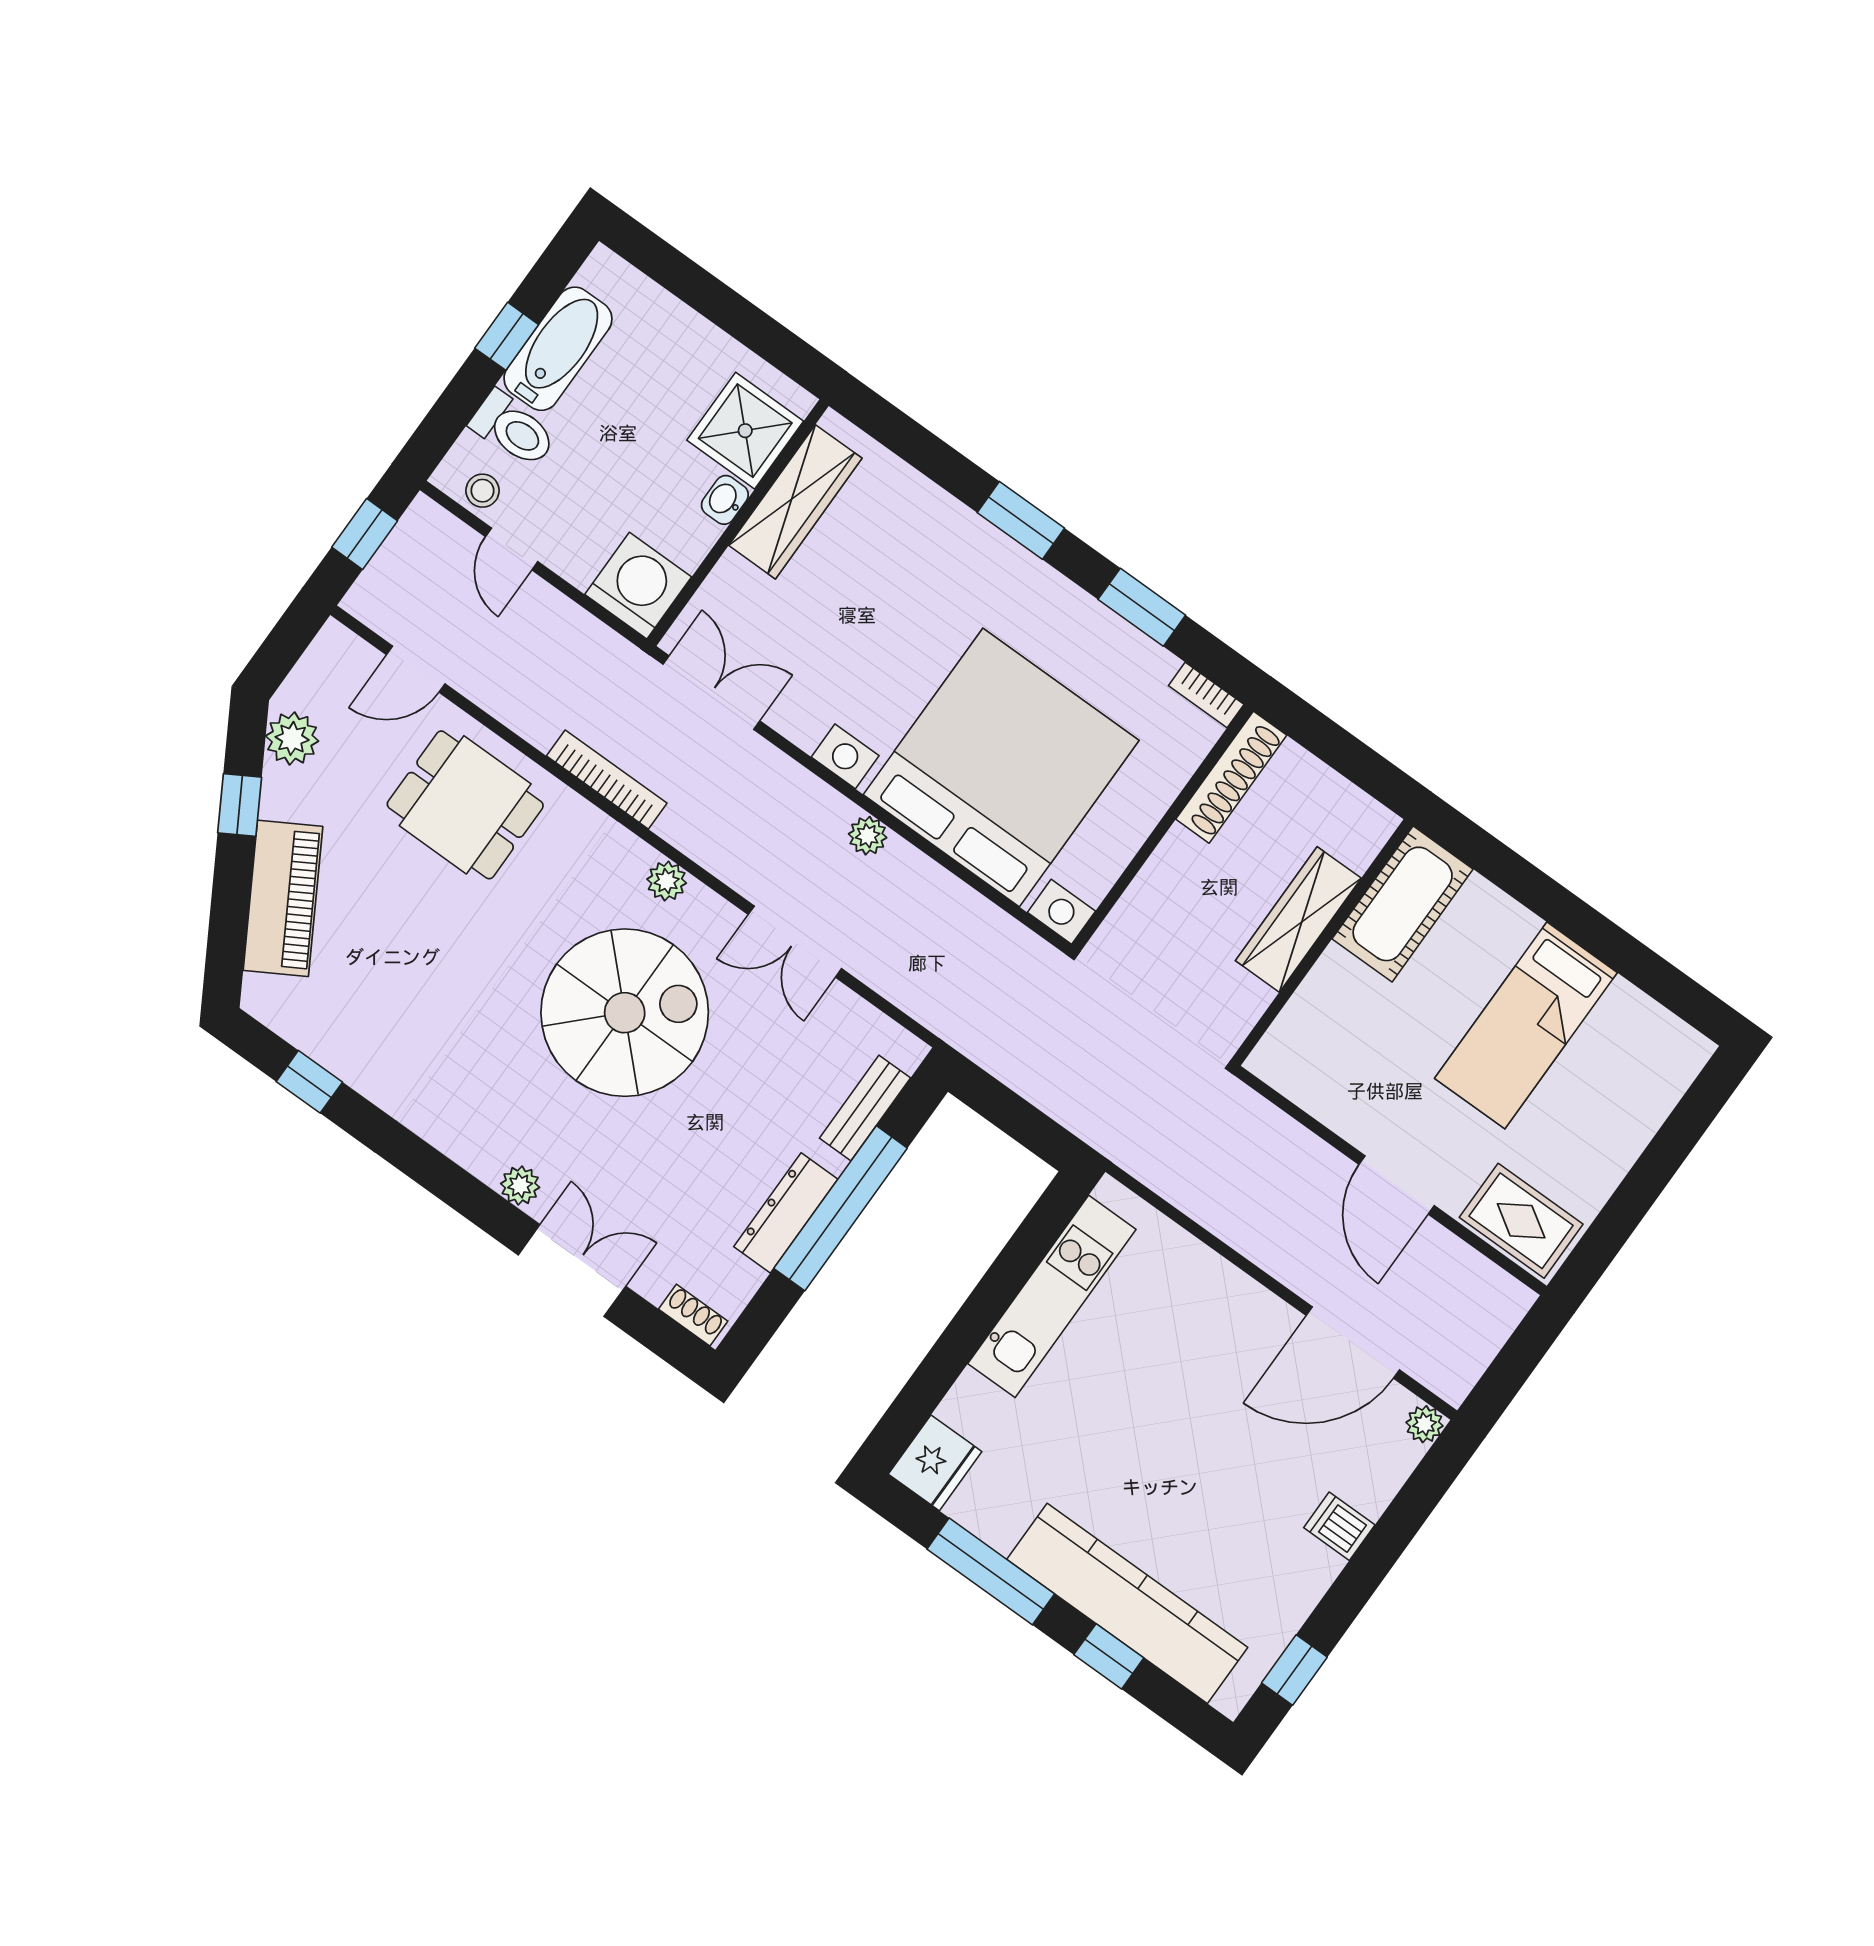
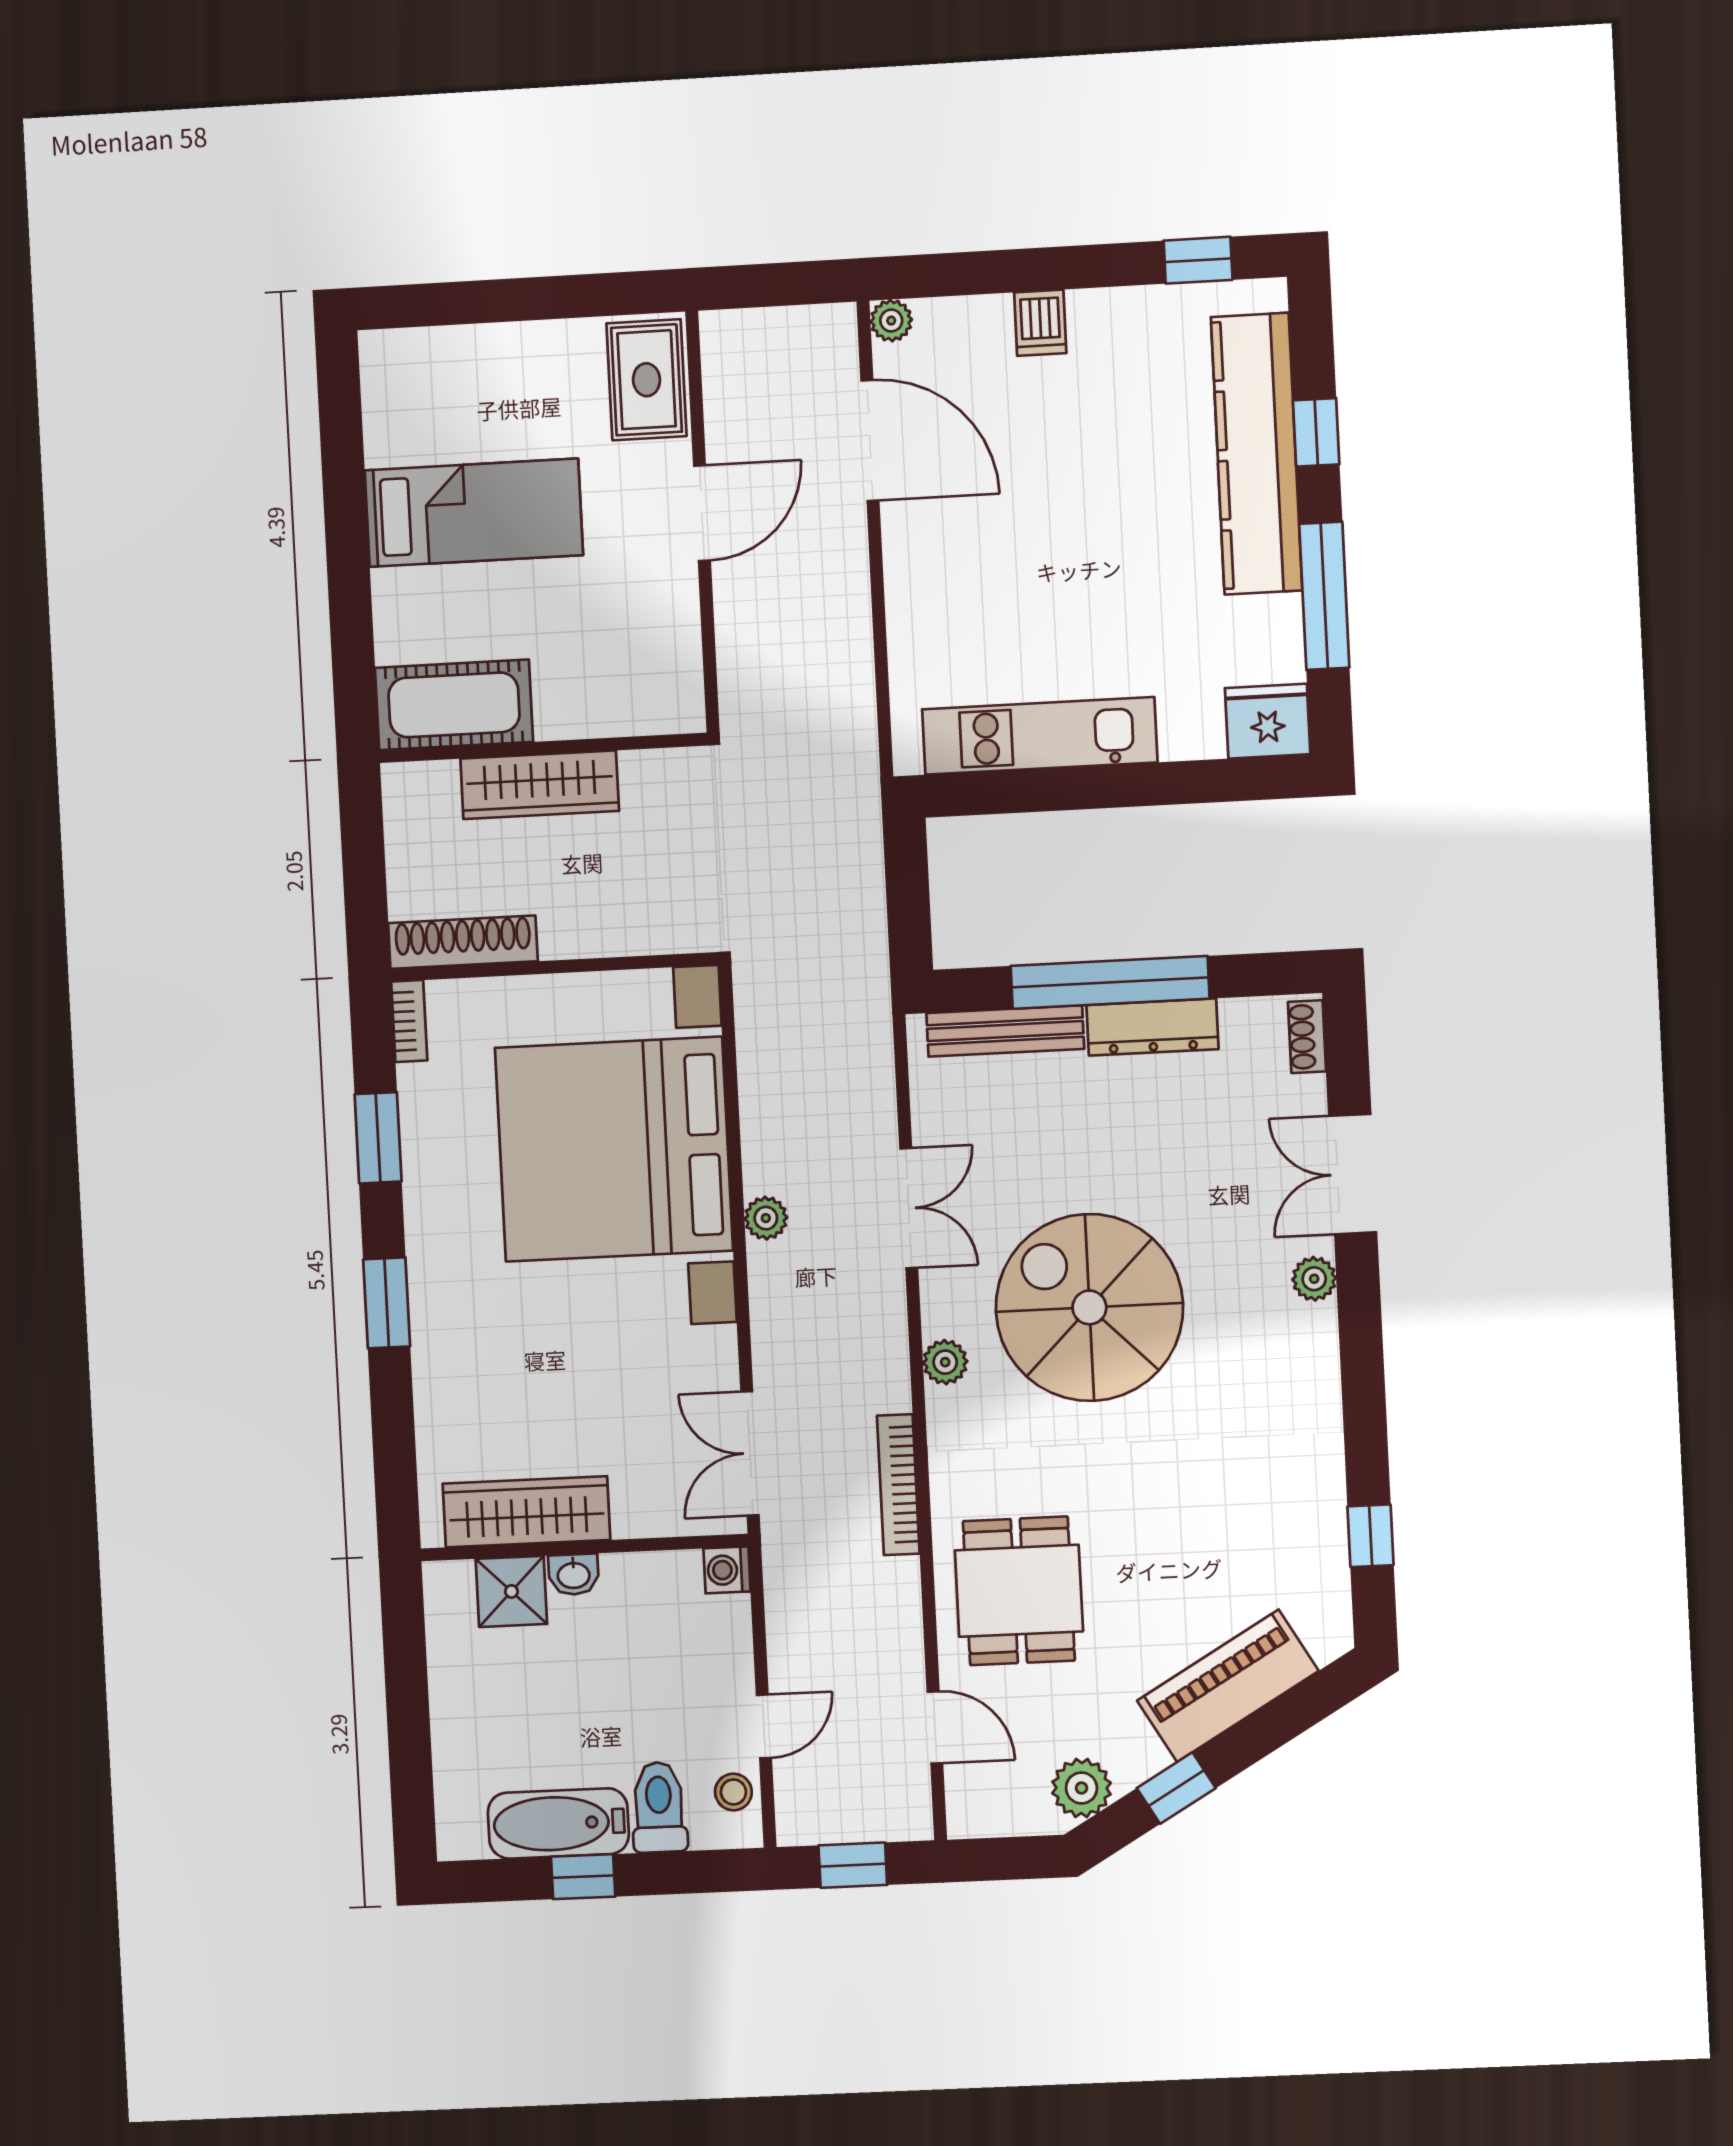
shower: (745, 431) -> (511, 1591), width x0.73, depth x0.73
washing machine: (638, 586) -> (727, 1570), width x0.53, depth x0.53
bench: (865, 1108) -> (1005, 1031), width x1.36

